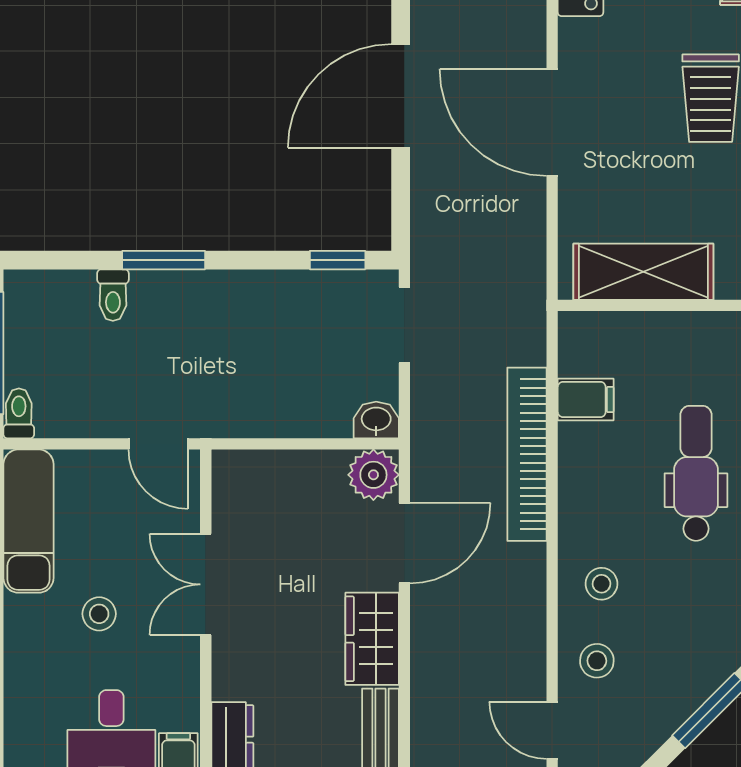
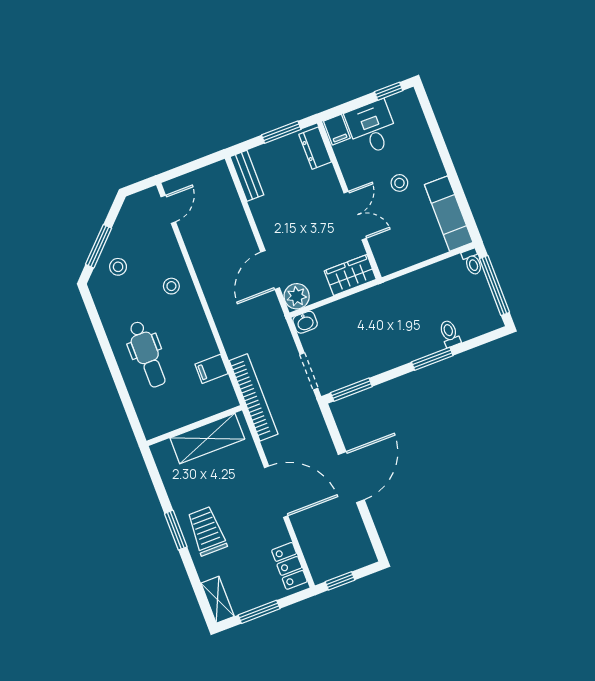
window: (338, 260) -> (351, 390), width x1.50
door: (158, 444) -> (402, 272), removed
bookcase: (527, 454) -> (254, 397), moved
wardrobe: (372, 639) -> (350, 275), moved, turned -90
stool: (597, 661) -> (118, 267), moved
door: (552, 730) -> (168, 209), hinge flipped

